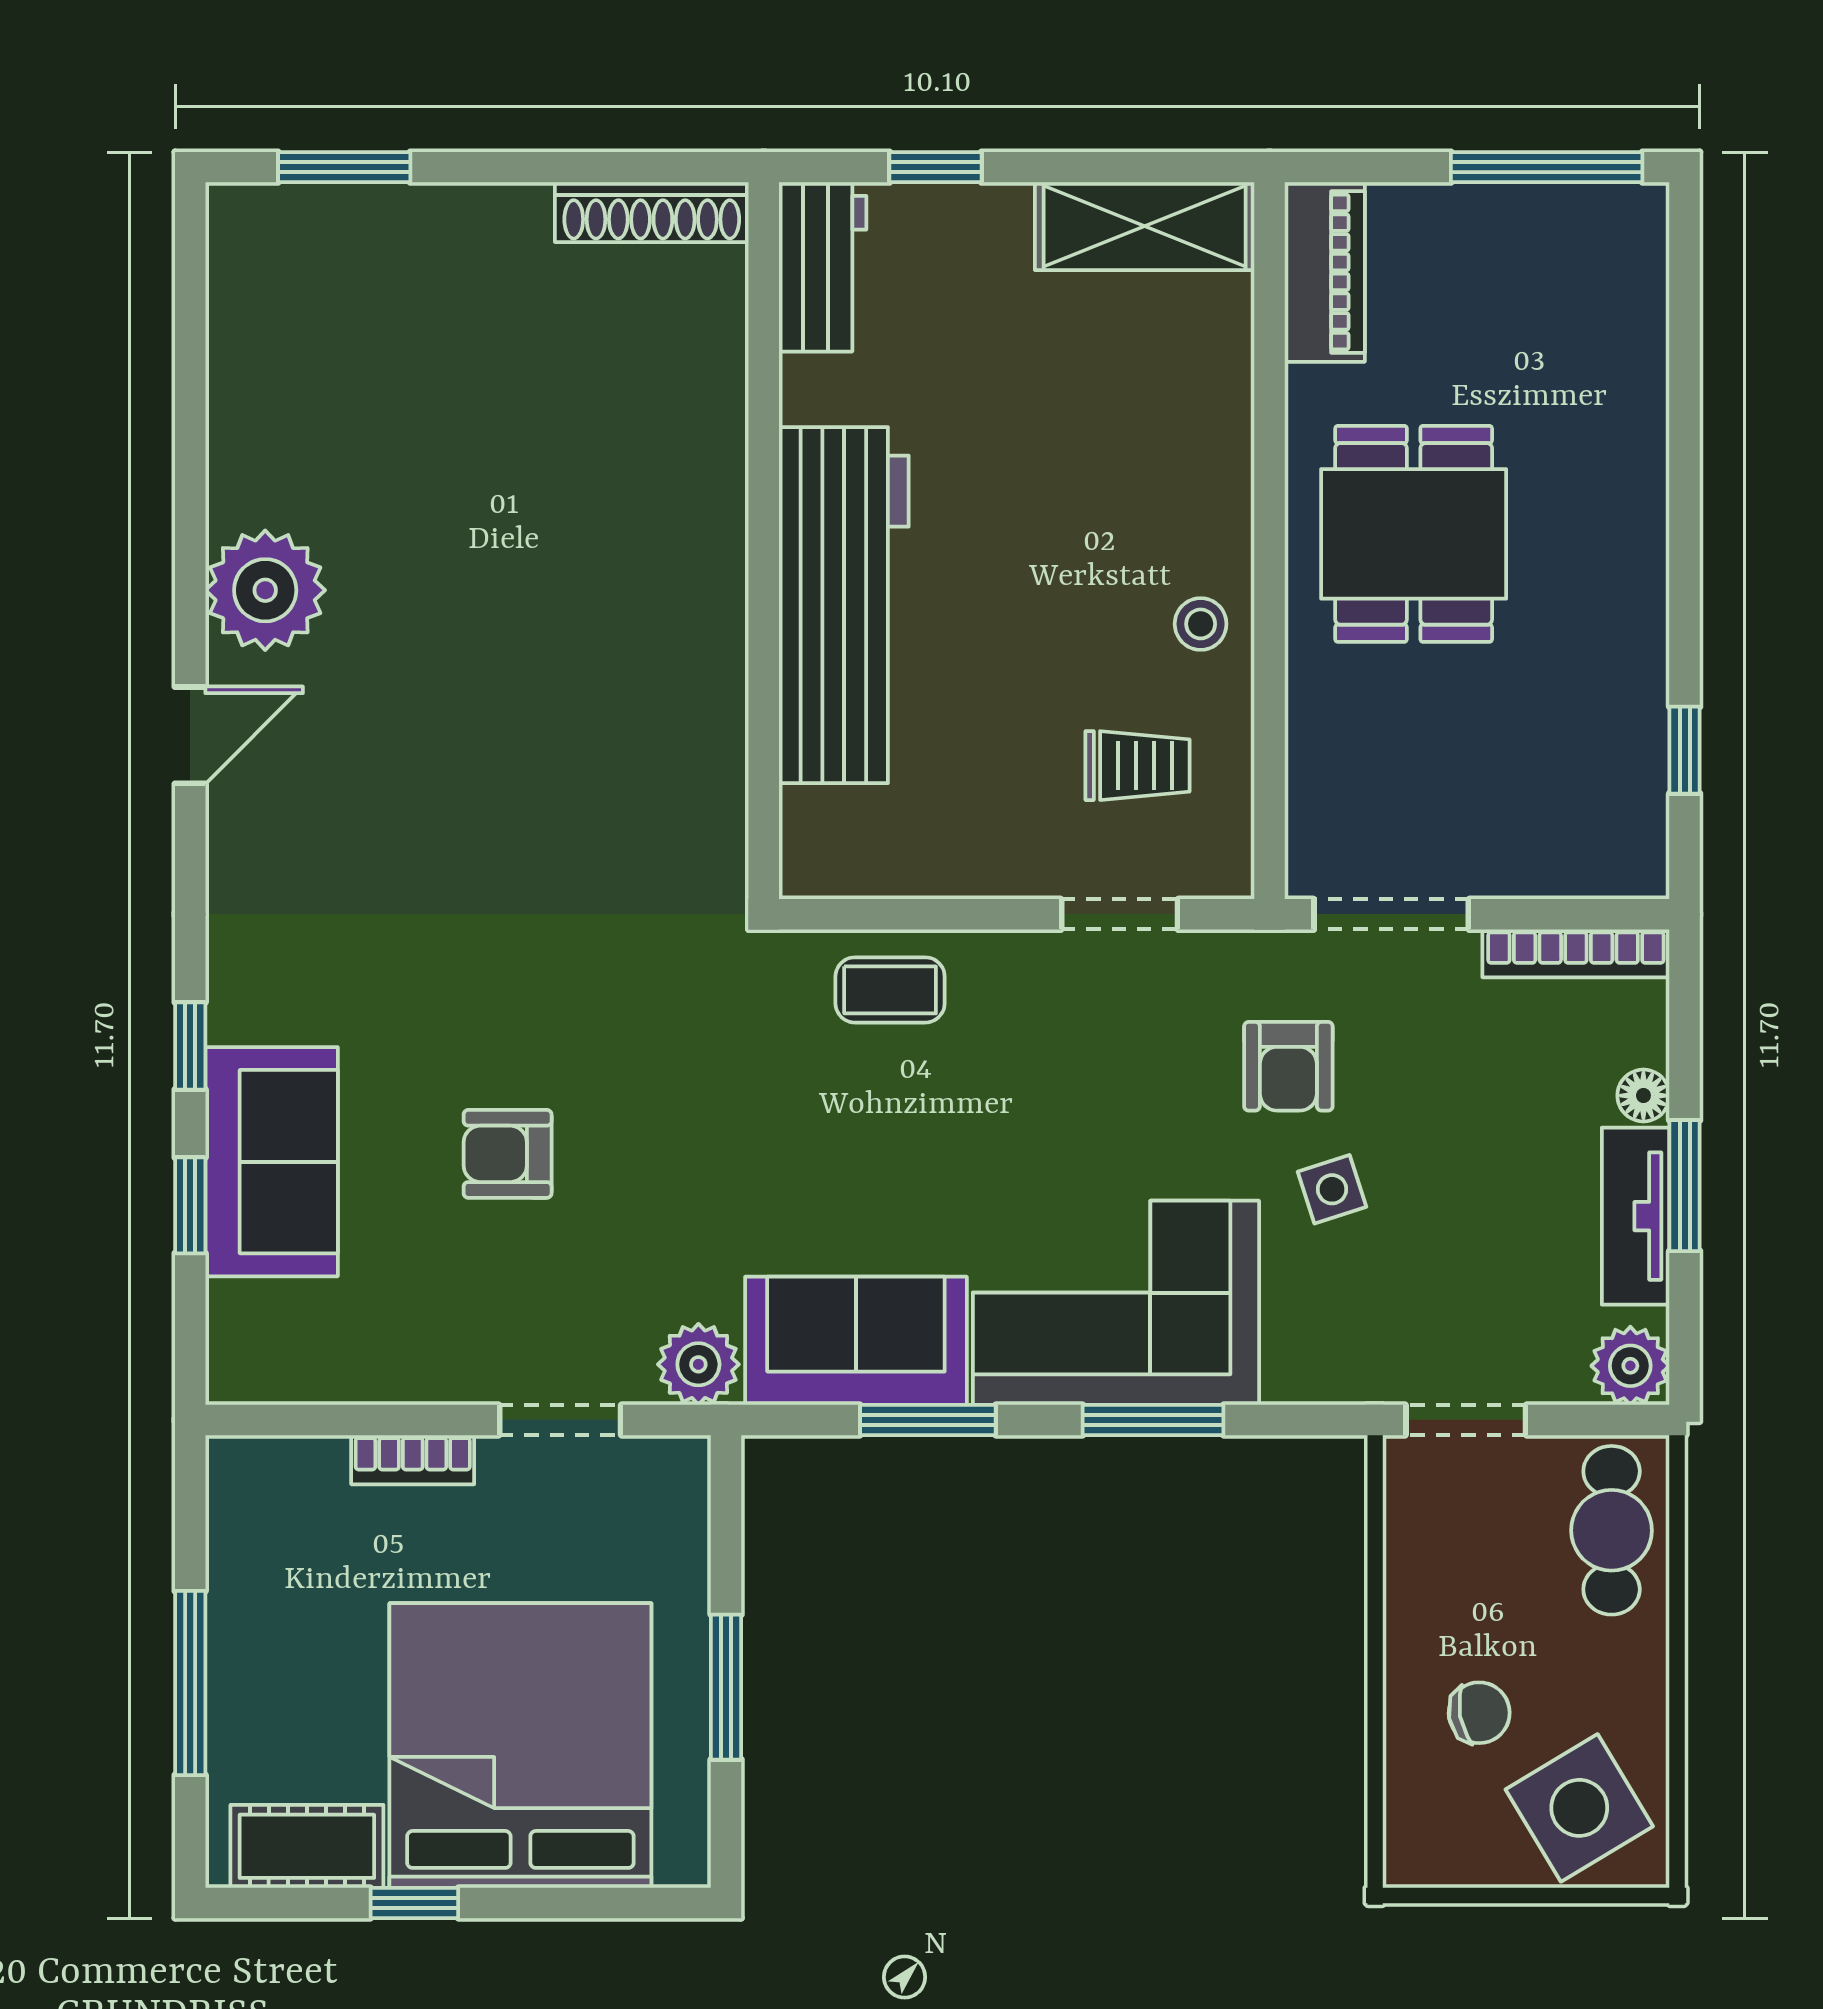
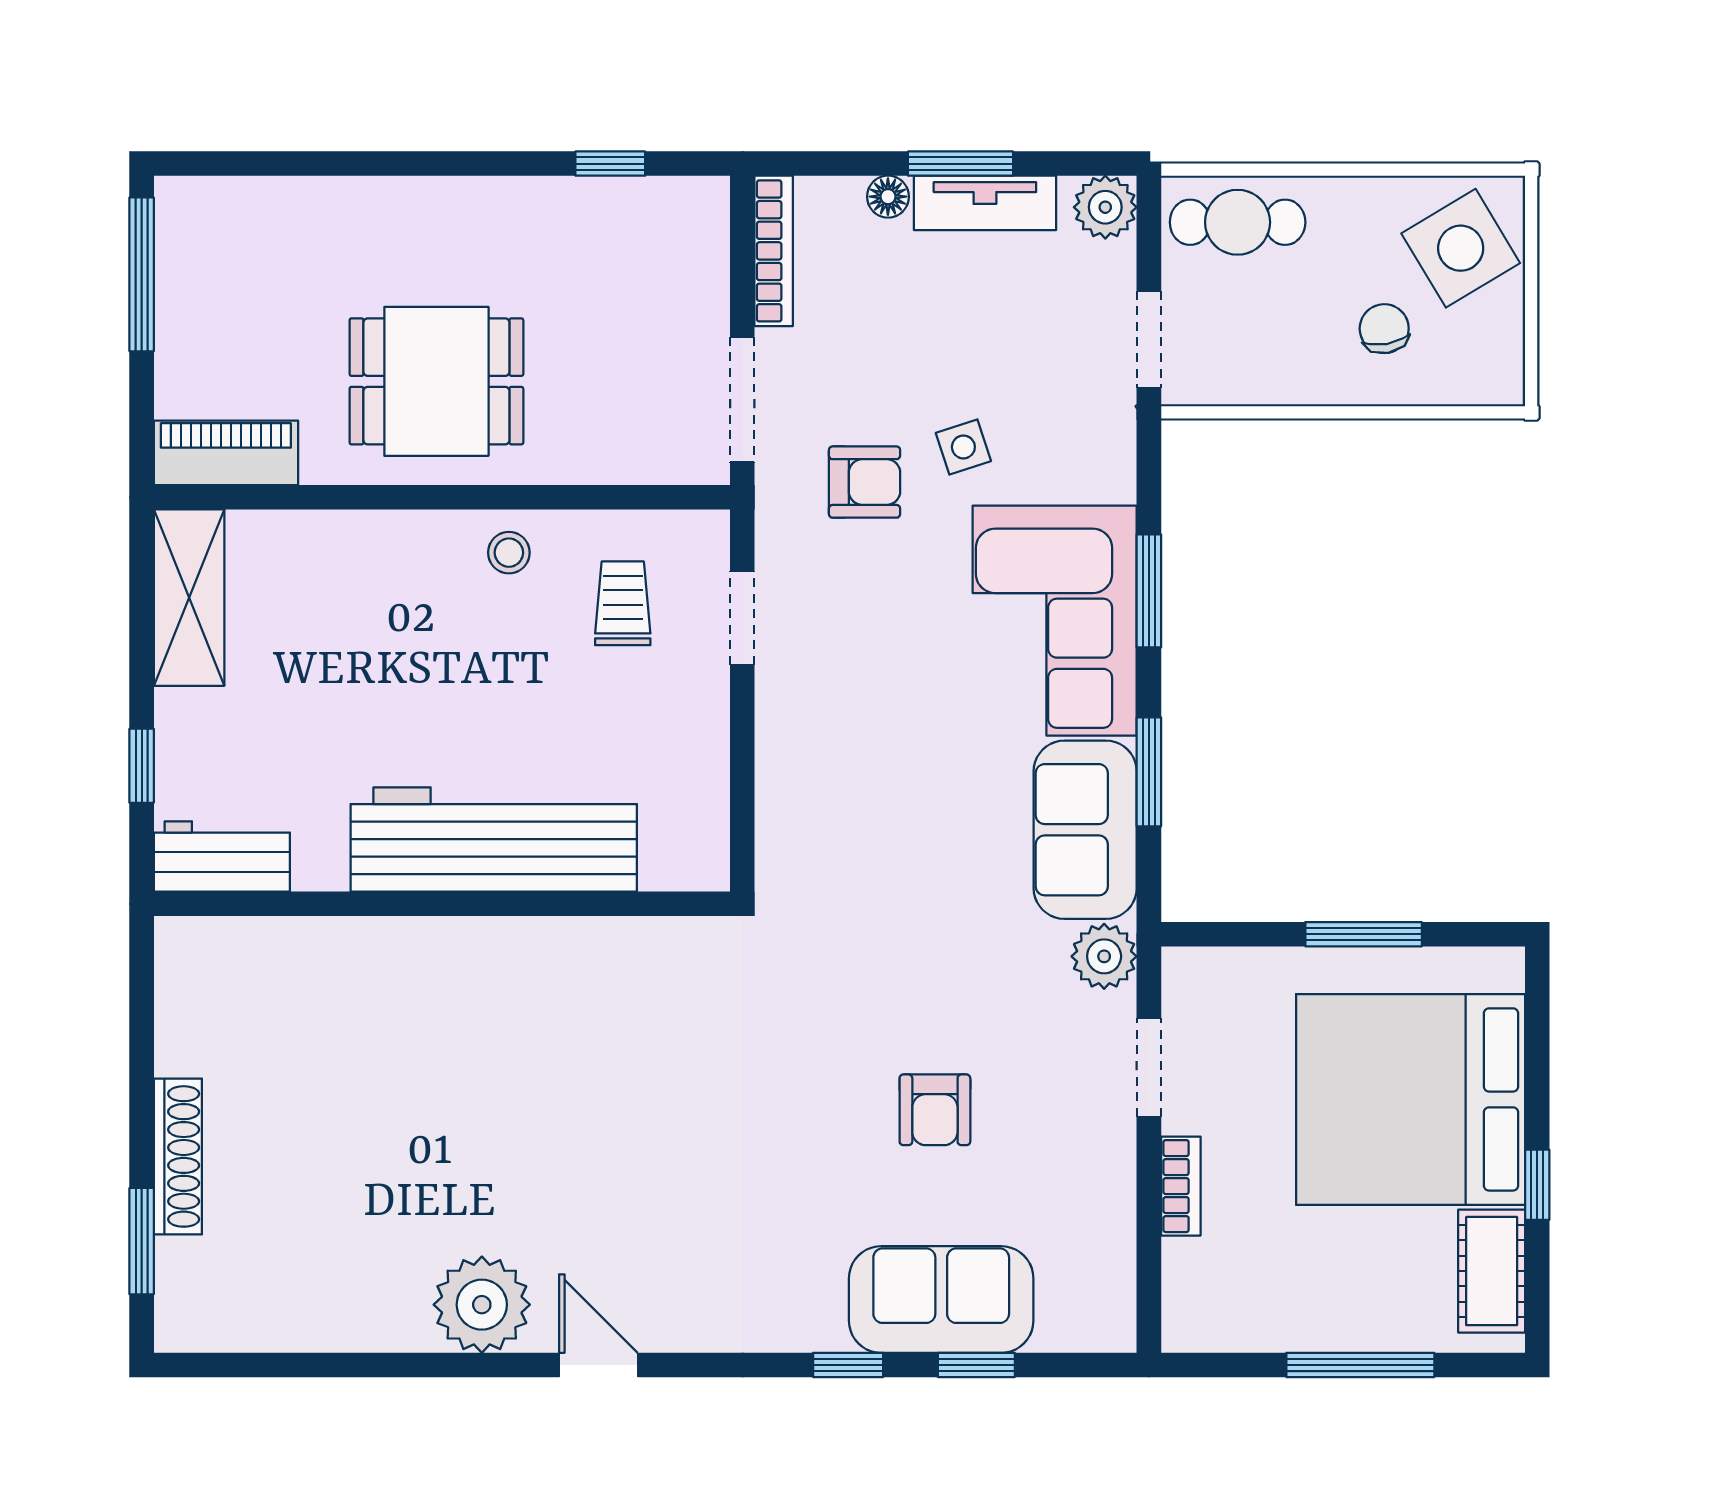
shoe rack: (652, 212) -> (178, 1156), moved
coffee table: (890, 990) -> (803, 802), removed

